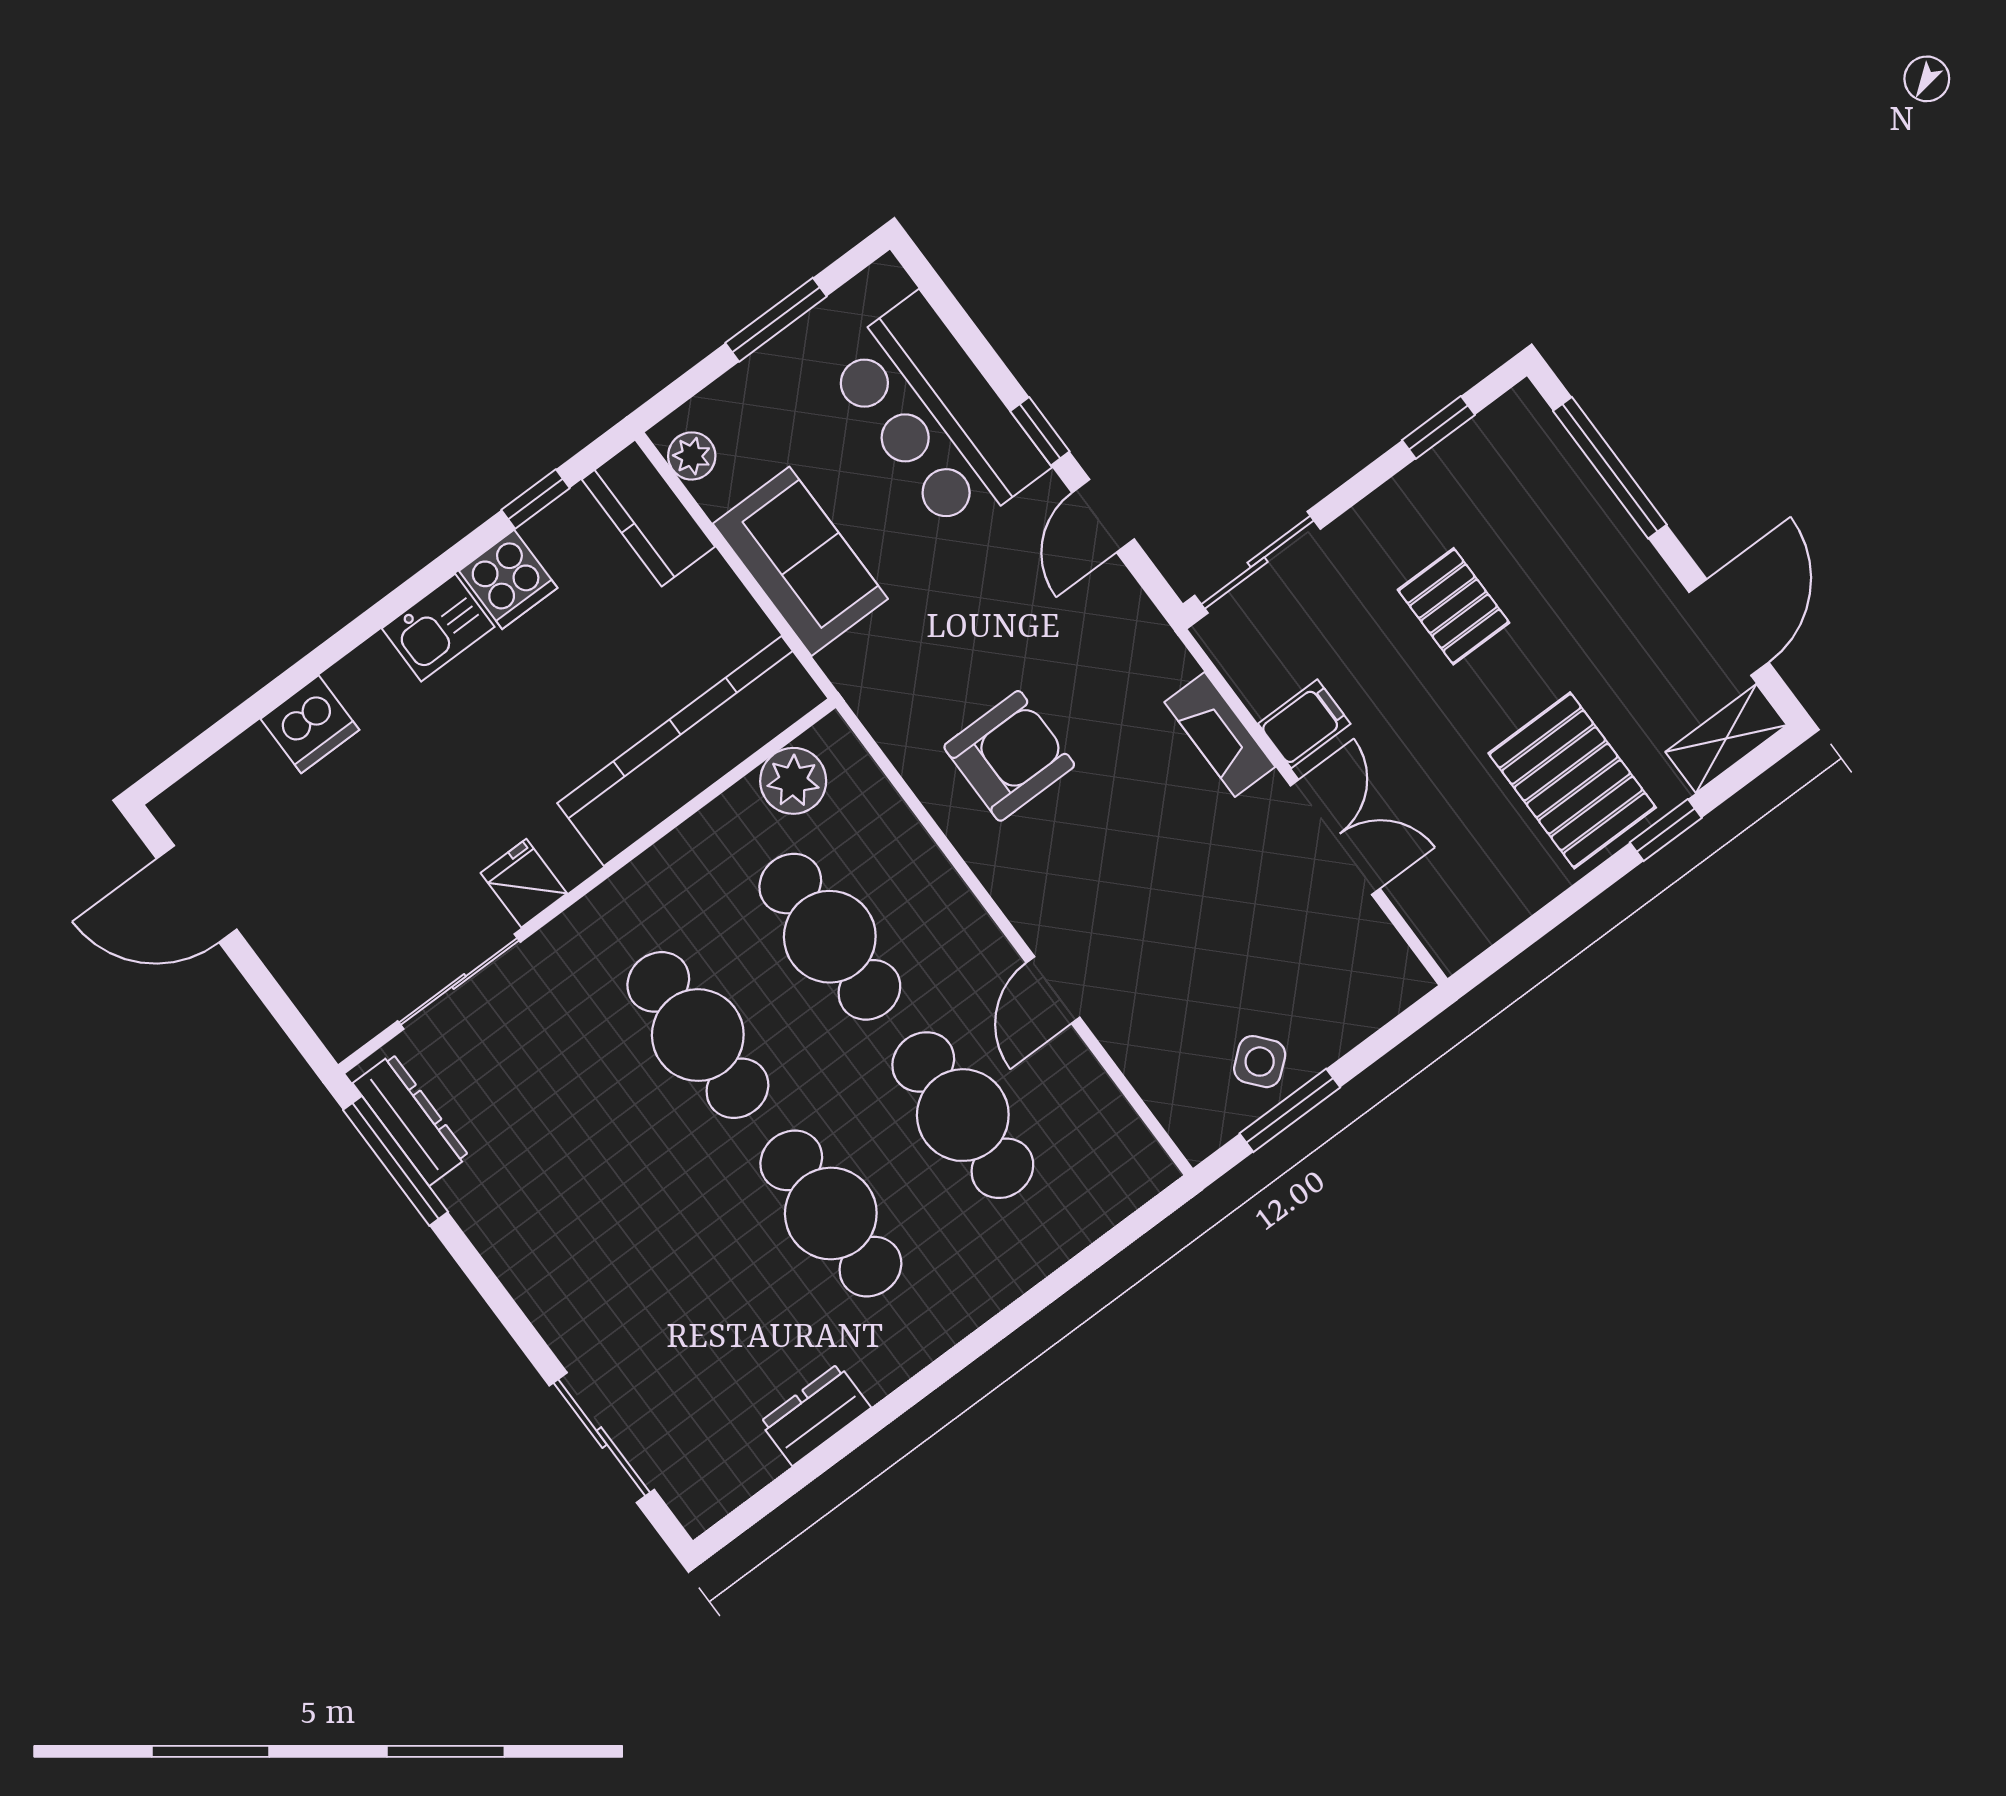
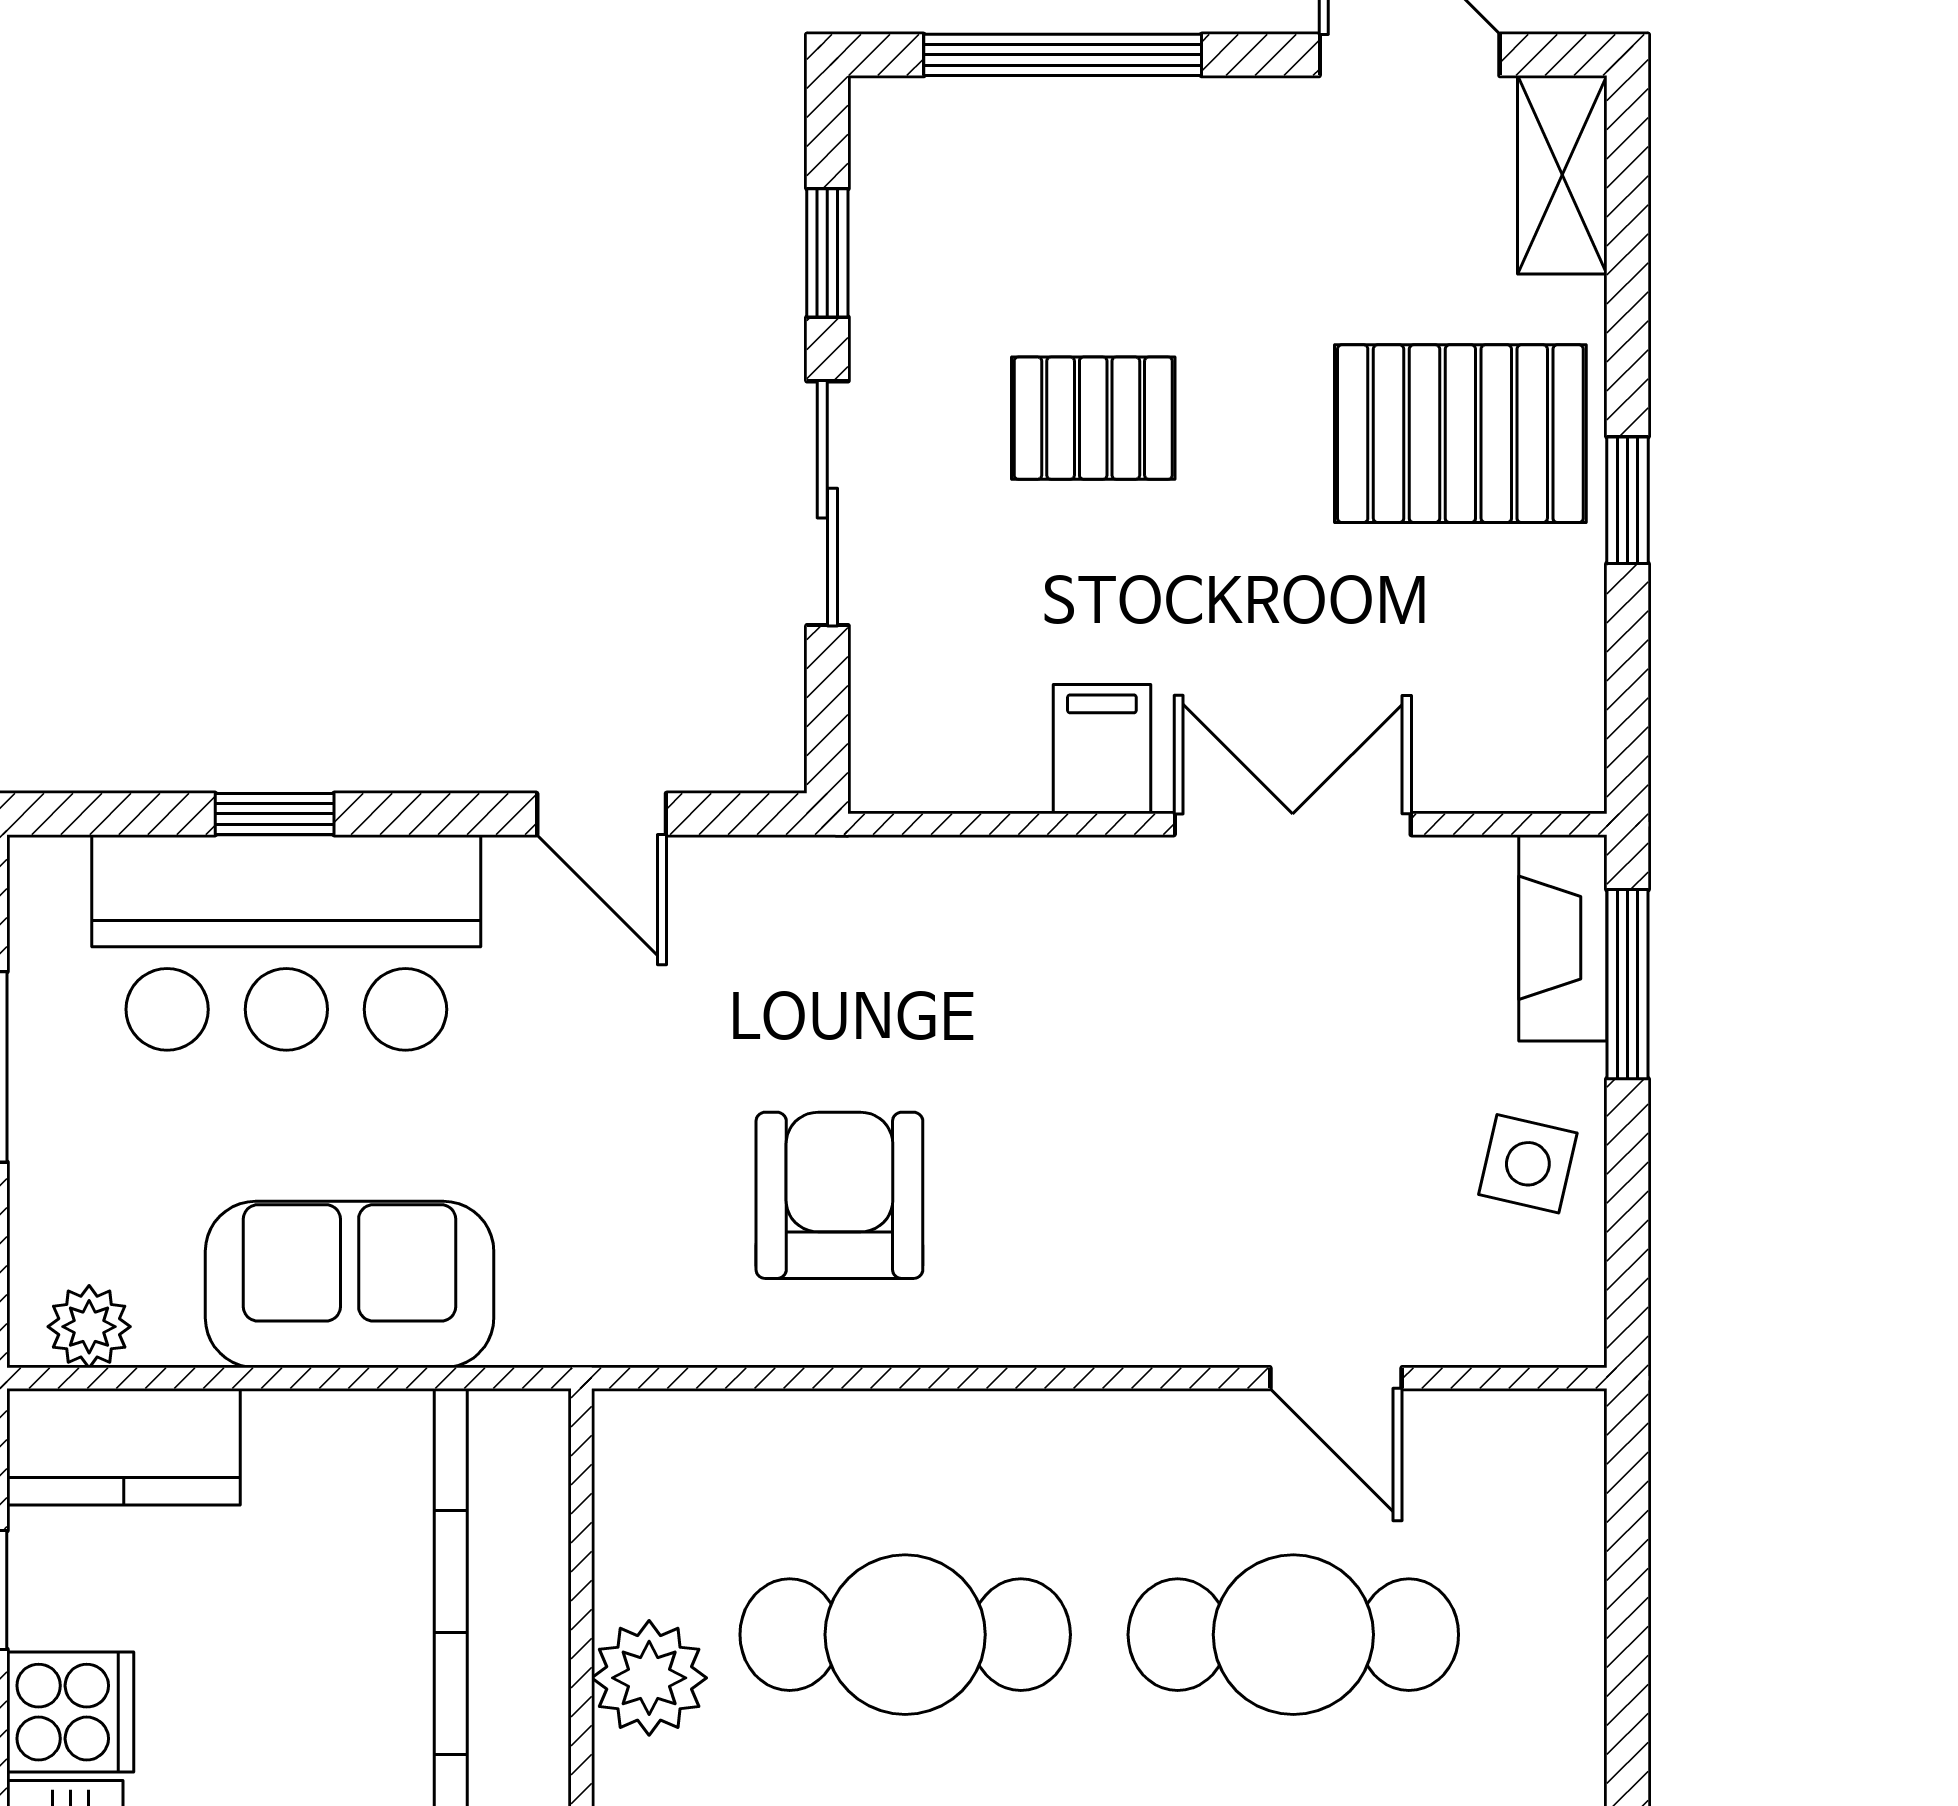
window: (1040, 431) -> (275, 814), moved
sliding door: (1258, 562) -> (827, 503), moved
fireplace: (1220, 735) -> (1563, 938), moved, turned 90
plant: (793, 781) -> (649, 1678), moved
window: (1666, 830) -> (1627, 500), moved
door: (1053, 990) -> (1336, 1378), moved
side table: (1260, 1062) -> (1528, 1164), turned -37
window: (1290, 1110) -> (1627, 984), moved

